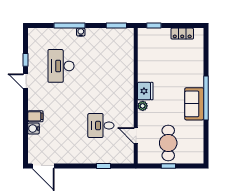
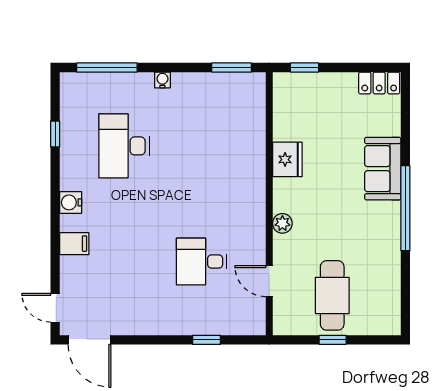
window: (70, 26) -> (107, 67), moved
locker: (182, 34) -> (379, 83), moved
door: (26, 81) -> (55, 308), moved
fridge: (145, 91) -> (287, 159), moved
sofa: (194, 104) -> (383, 169), moved
water cooler: (34, 128) -> (71, 202), moved

